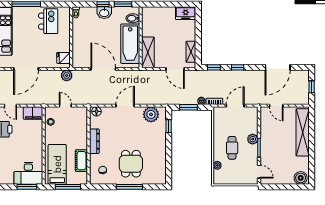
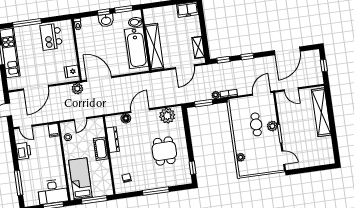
kitchen island: (48, 21) -> (51, 37), turned 180
shelving: (148, 52) -> (154, 47), width x1.47
door: (103, 69) -> (99, 79), moved
door: (175, 69) -> (185, 67), hinge flipped
door: (65, 106) -> (80, 119), swing flipped
door: (235, 106) -> (262, 93), moved
floor lamp: (96, 111) -> (126, 118), moved
filing cabinet: (33, 113) -> (54, 130), width x0.50
window: (169, 126) -> (192, 168), moved
dresser: (94, 141) -> (113, 140), moved
cafe table: (232, 148) -> (256, 124), moved
cot: (81, 161) -> (101, 149), moved
dining table: (131, 164) -> (164, 151), moved
boiler: (301, 178) -> (326, 158), removed

